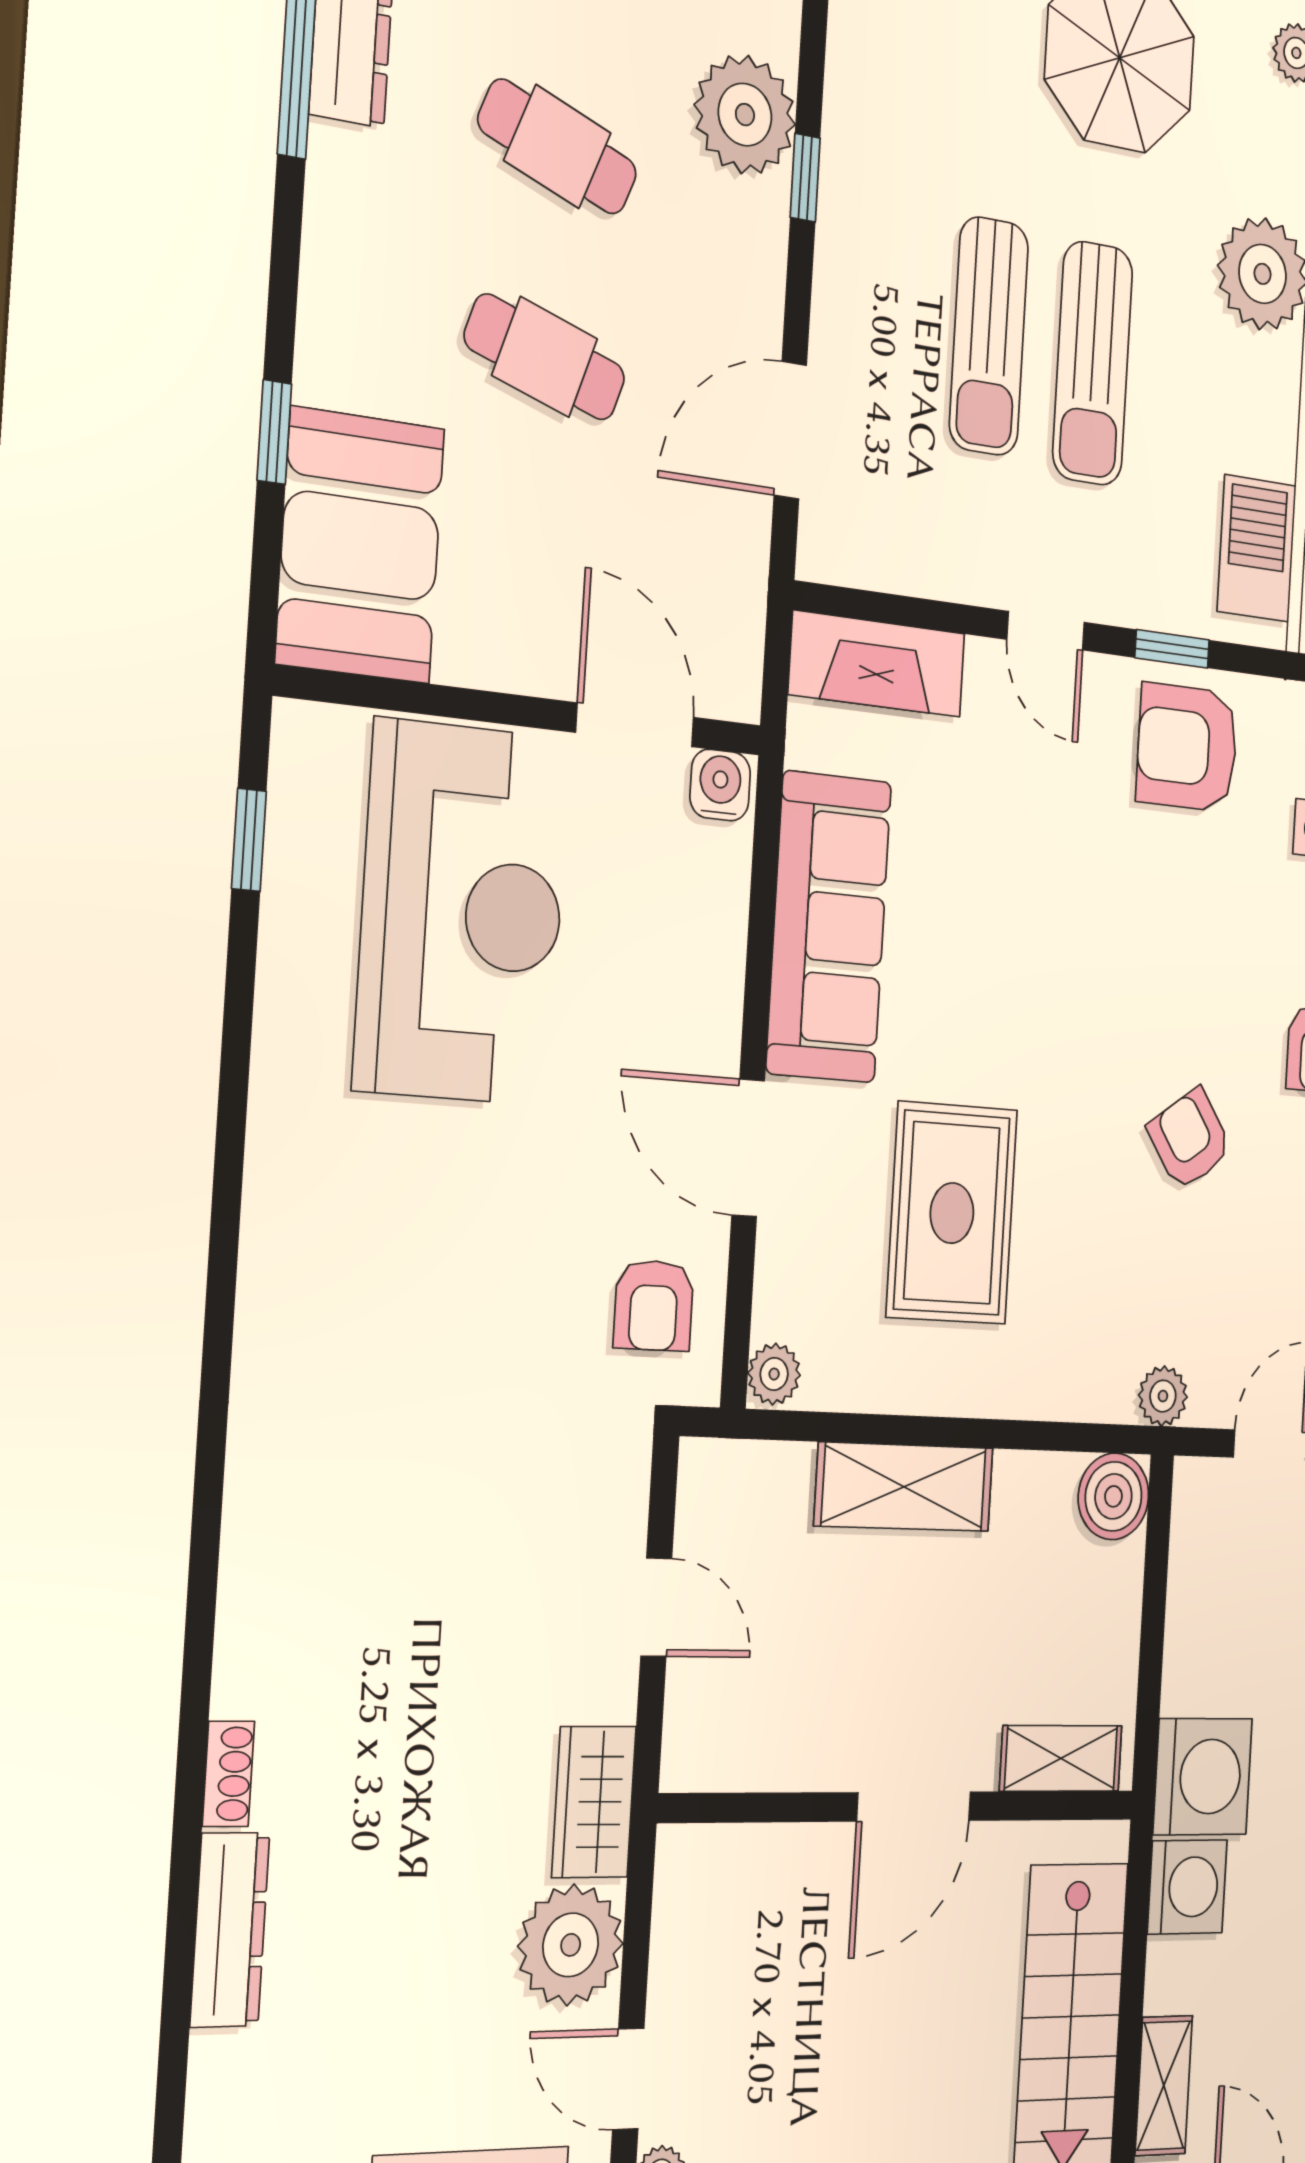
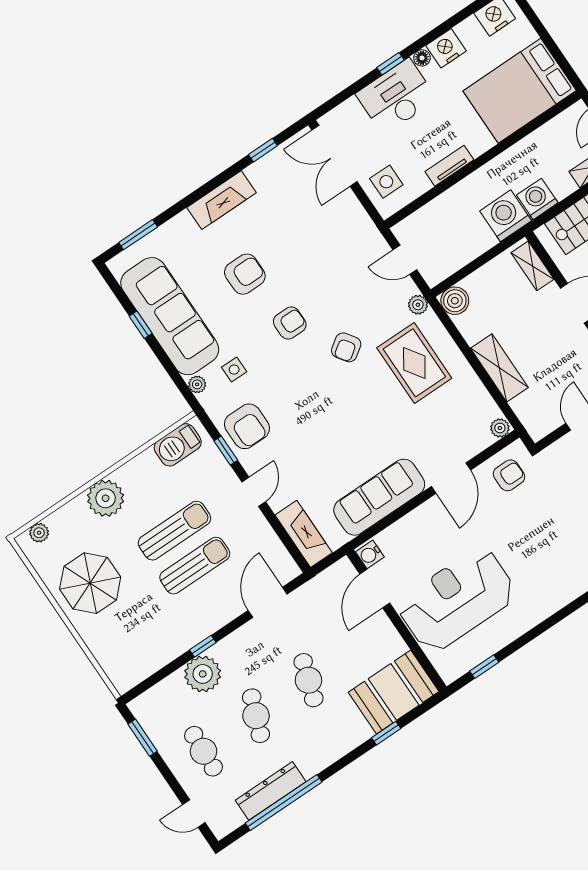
door: (790, 430) -> (268, 602), swing flipped
rug: (952, 1213) -> (414, 363), moved, turned 90

